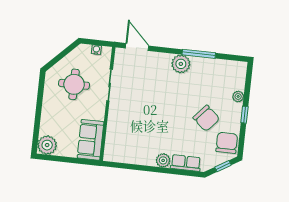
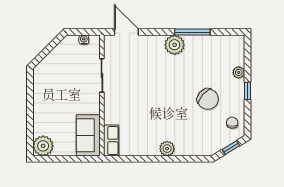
round table: (74, 84) -> (64, 79), removed
chair: (227, 143) -> (232, 123), width x0.54, depth x0.54
row of seats: (186, 163) -> (111, 141), moved, turned 90

